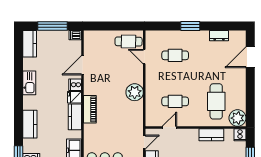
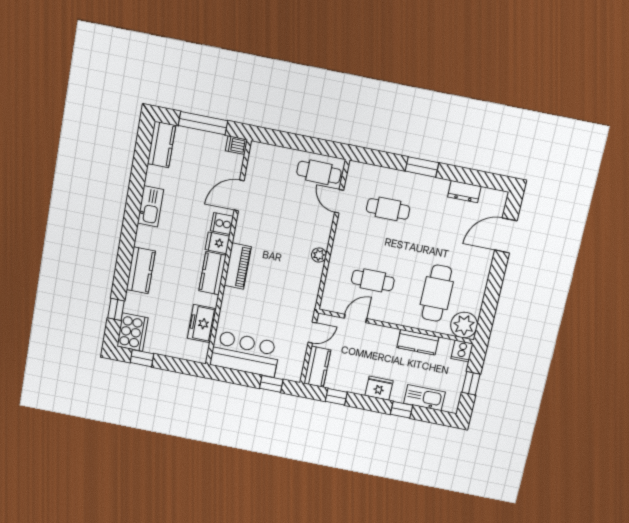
plant: (135, 92) -> (319, 255), width x0.53, depth x0.53

